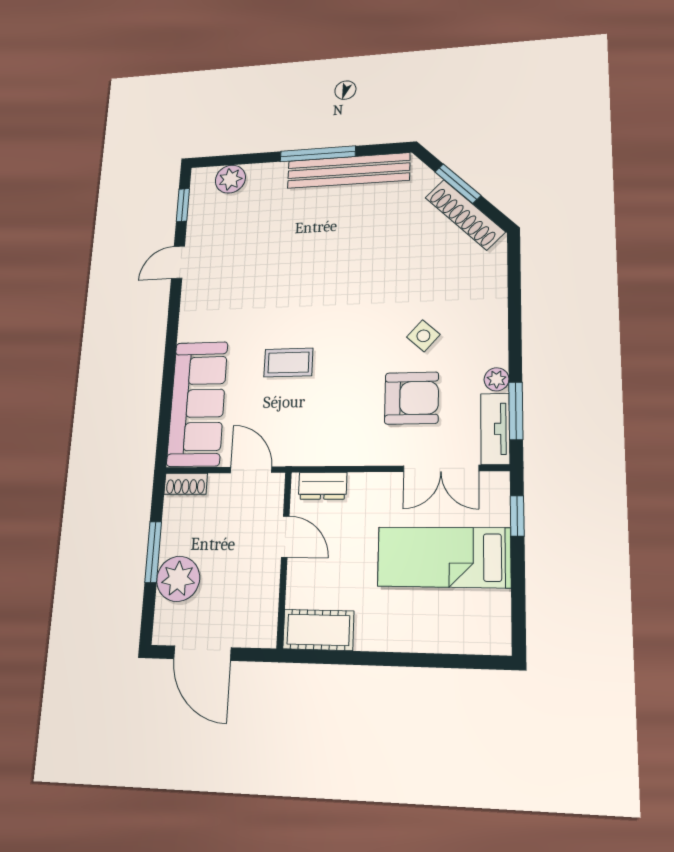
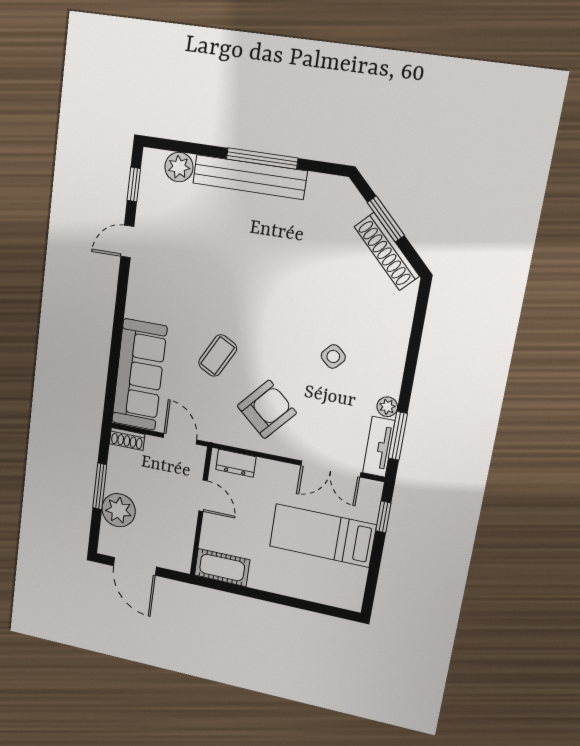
bench: (348, 171) -> (250, 177), moved
coffee table: (288, 362) -> (218, 356), turned -62
armchair: (412, 398) -> (267, 409), moved, turned -49

